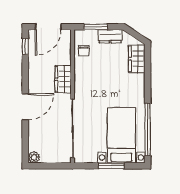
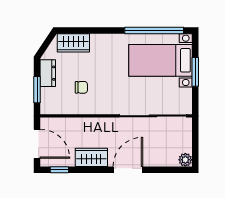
chair: (84, 51) -> (81, 87), moved
wardrobe: (63, 79) -> (91, 157), moved, turned 180
door: (25, 107) -> (128, 170), hinge flipped

